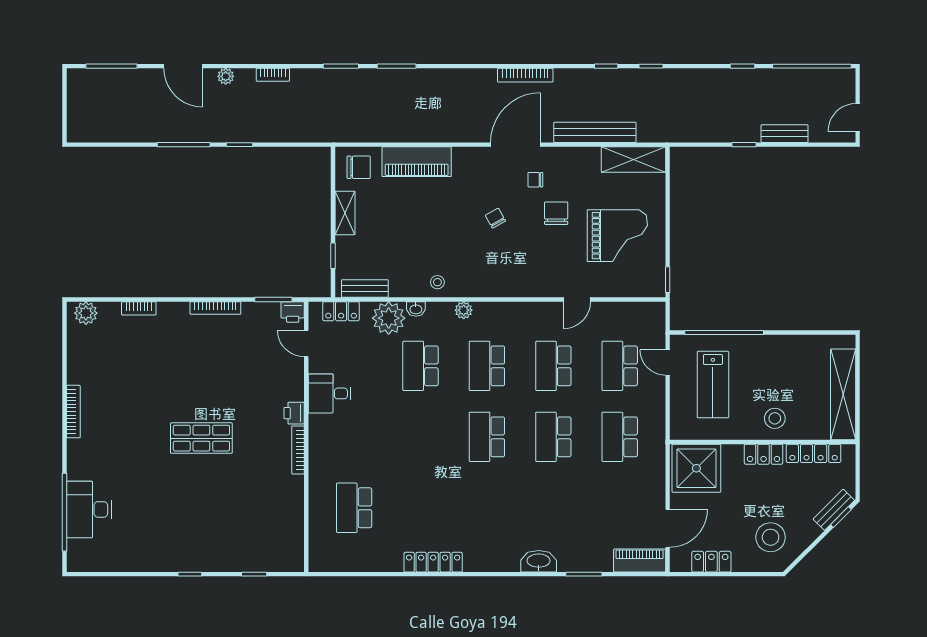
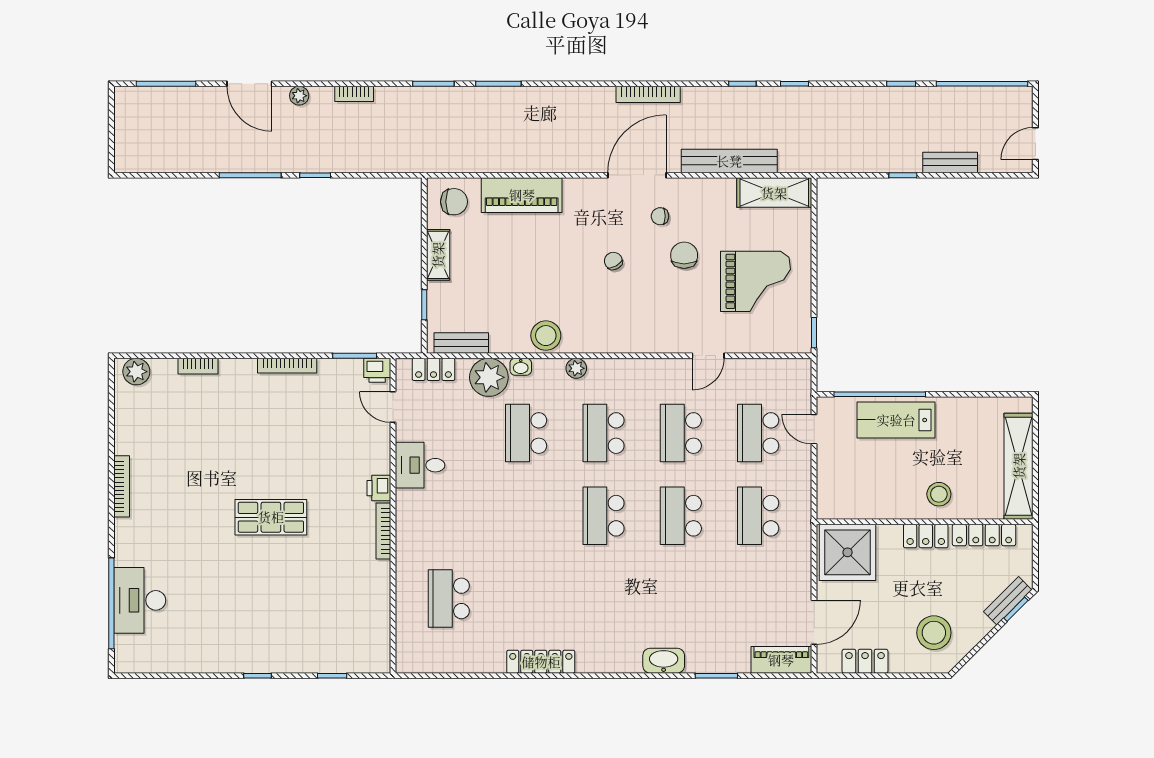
stool: (437, 282) -> (546, 336), width x1.89, depth x1.89
lab bench: (713, 385) -> (896, 420), moved, turned 90

